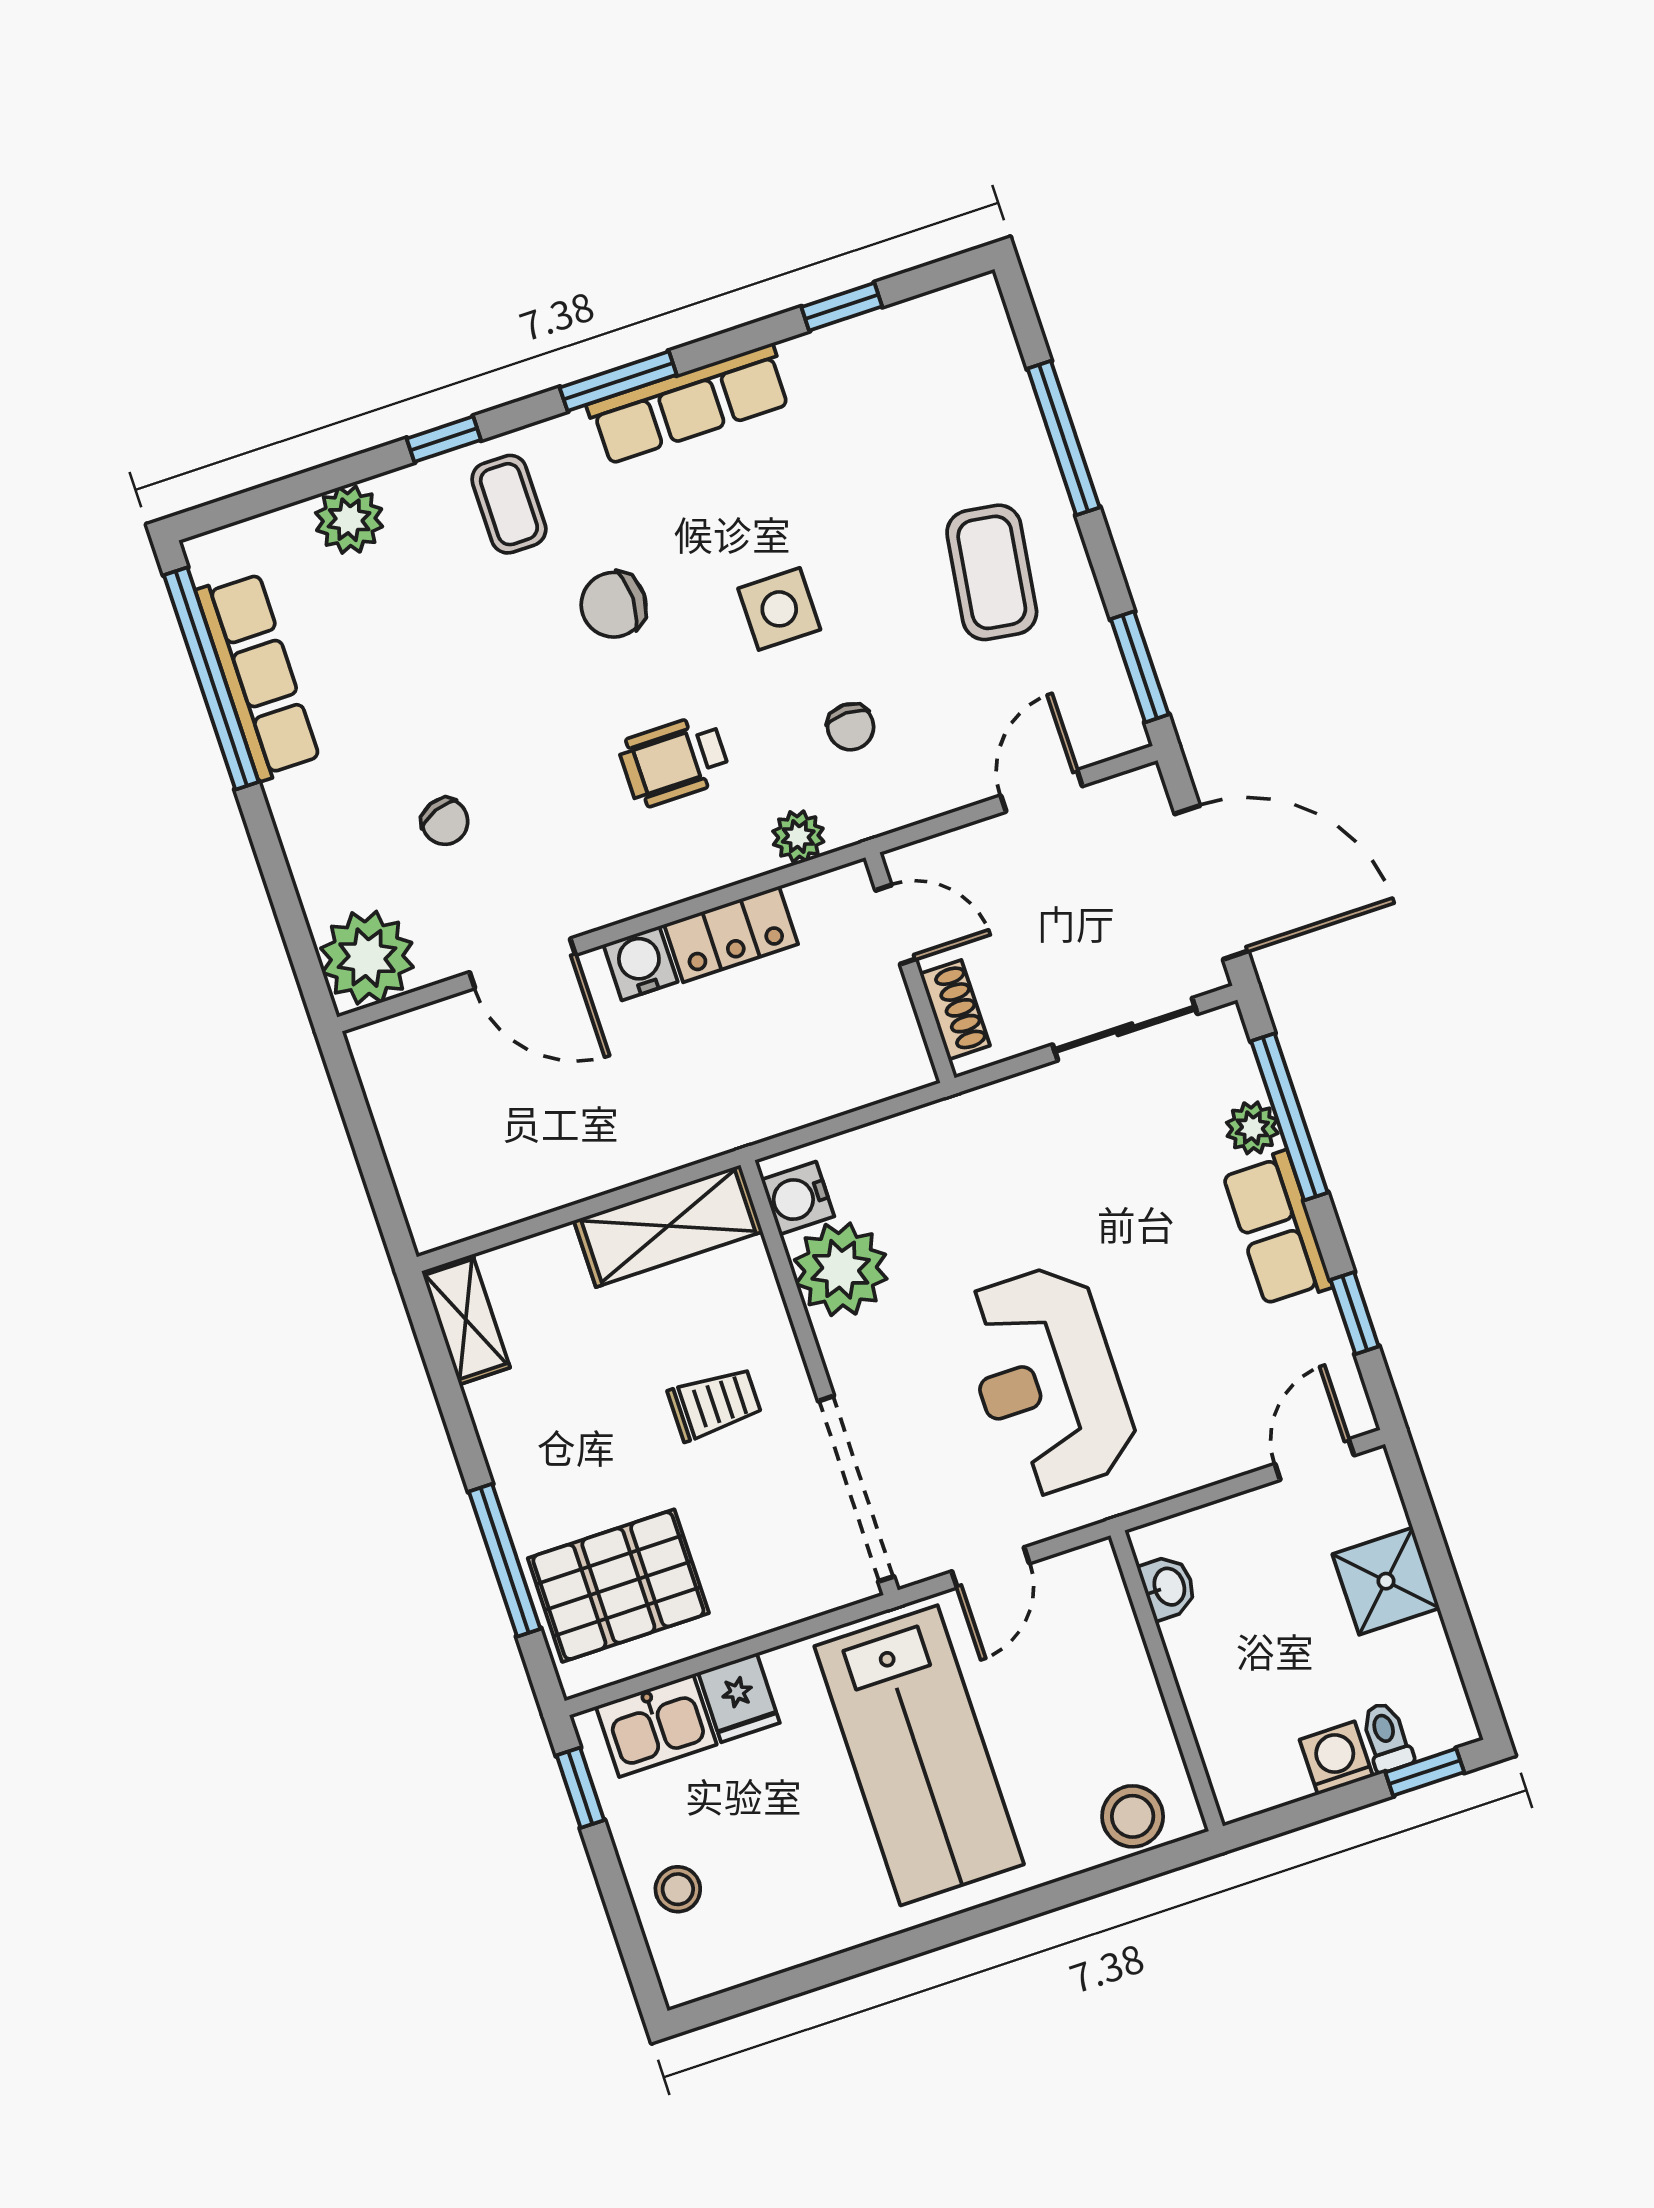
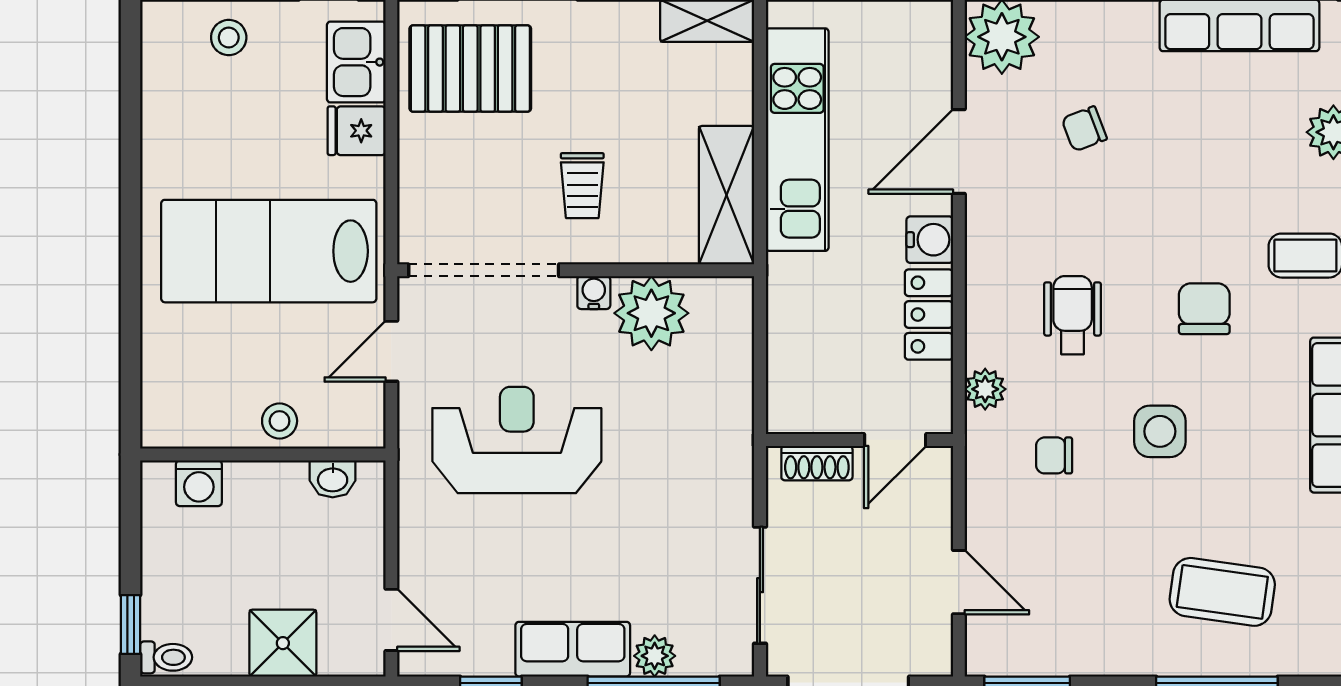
coffee table: (992, 572) -> (1222, 592), moved
kitchen unit: (573, 1163) -> (797, 140), added
water cooler: (798, 1198) -> (594, 293), moved, width x0.72, depth x0.72
door: (991, 1567) -> (391, 351), hinge flipped
pallet: (618, 1586) -> (470, 69), turned 90
toilet: (1387, 1737) -> (166, 657), moved
washing machine: (1336, 1758) -> (199, 483), moved, turned 90
stool: (1133, 1816) -> (280, 421), moved, width x0.73, depth x0.73

